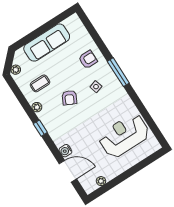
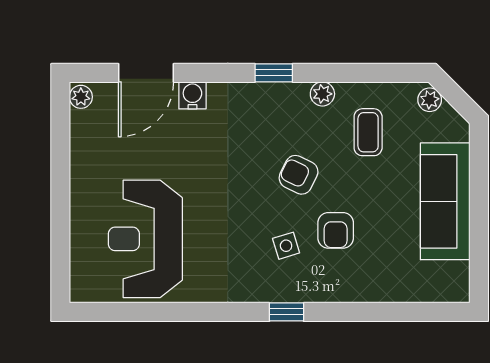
armchair: (88, 59) -> (336, 230), moved
window: (118, 72) -> (286, 312), width x0.46
reception desk: (124, 136) -> (145, 239), turned 180
plant: (101, 181) -> (81, 97), moved

